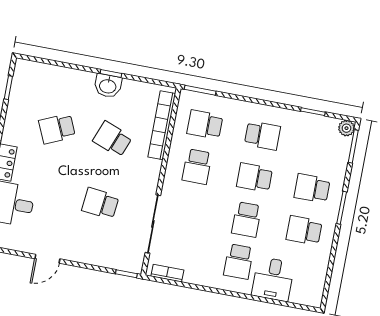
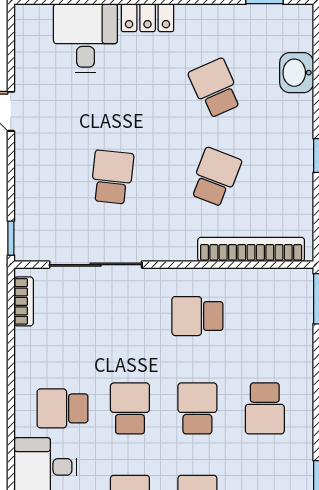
washbasin: (108, 86) -> (297, 73), moved
school desk: (205, 125) -> (265, 316), removed
school desk: (247, 220) -> (130, 408), turned 90

